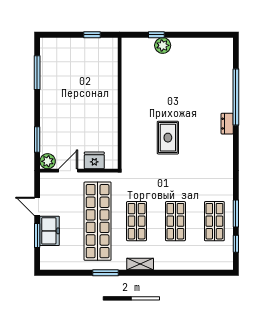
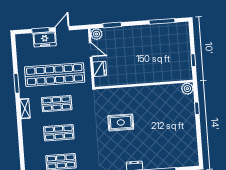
plant: (163, 45) -> (187, 89), moved

